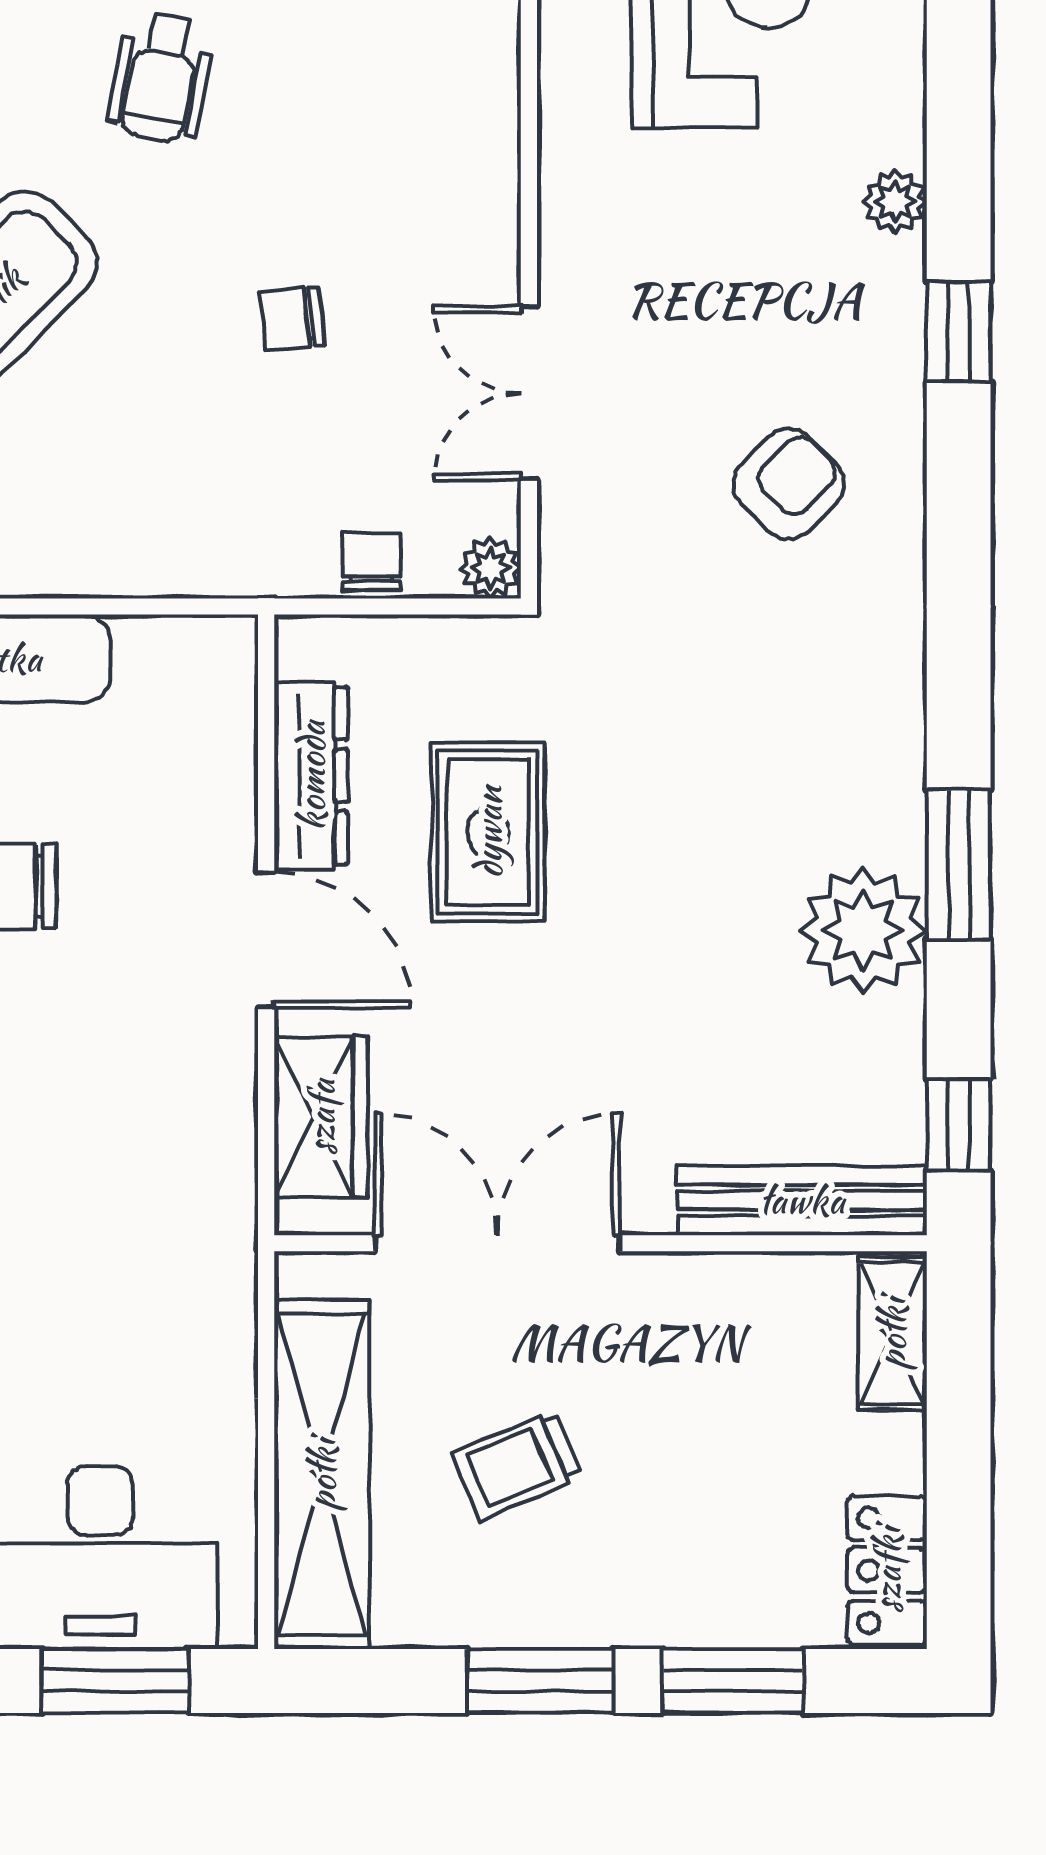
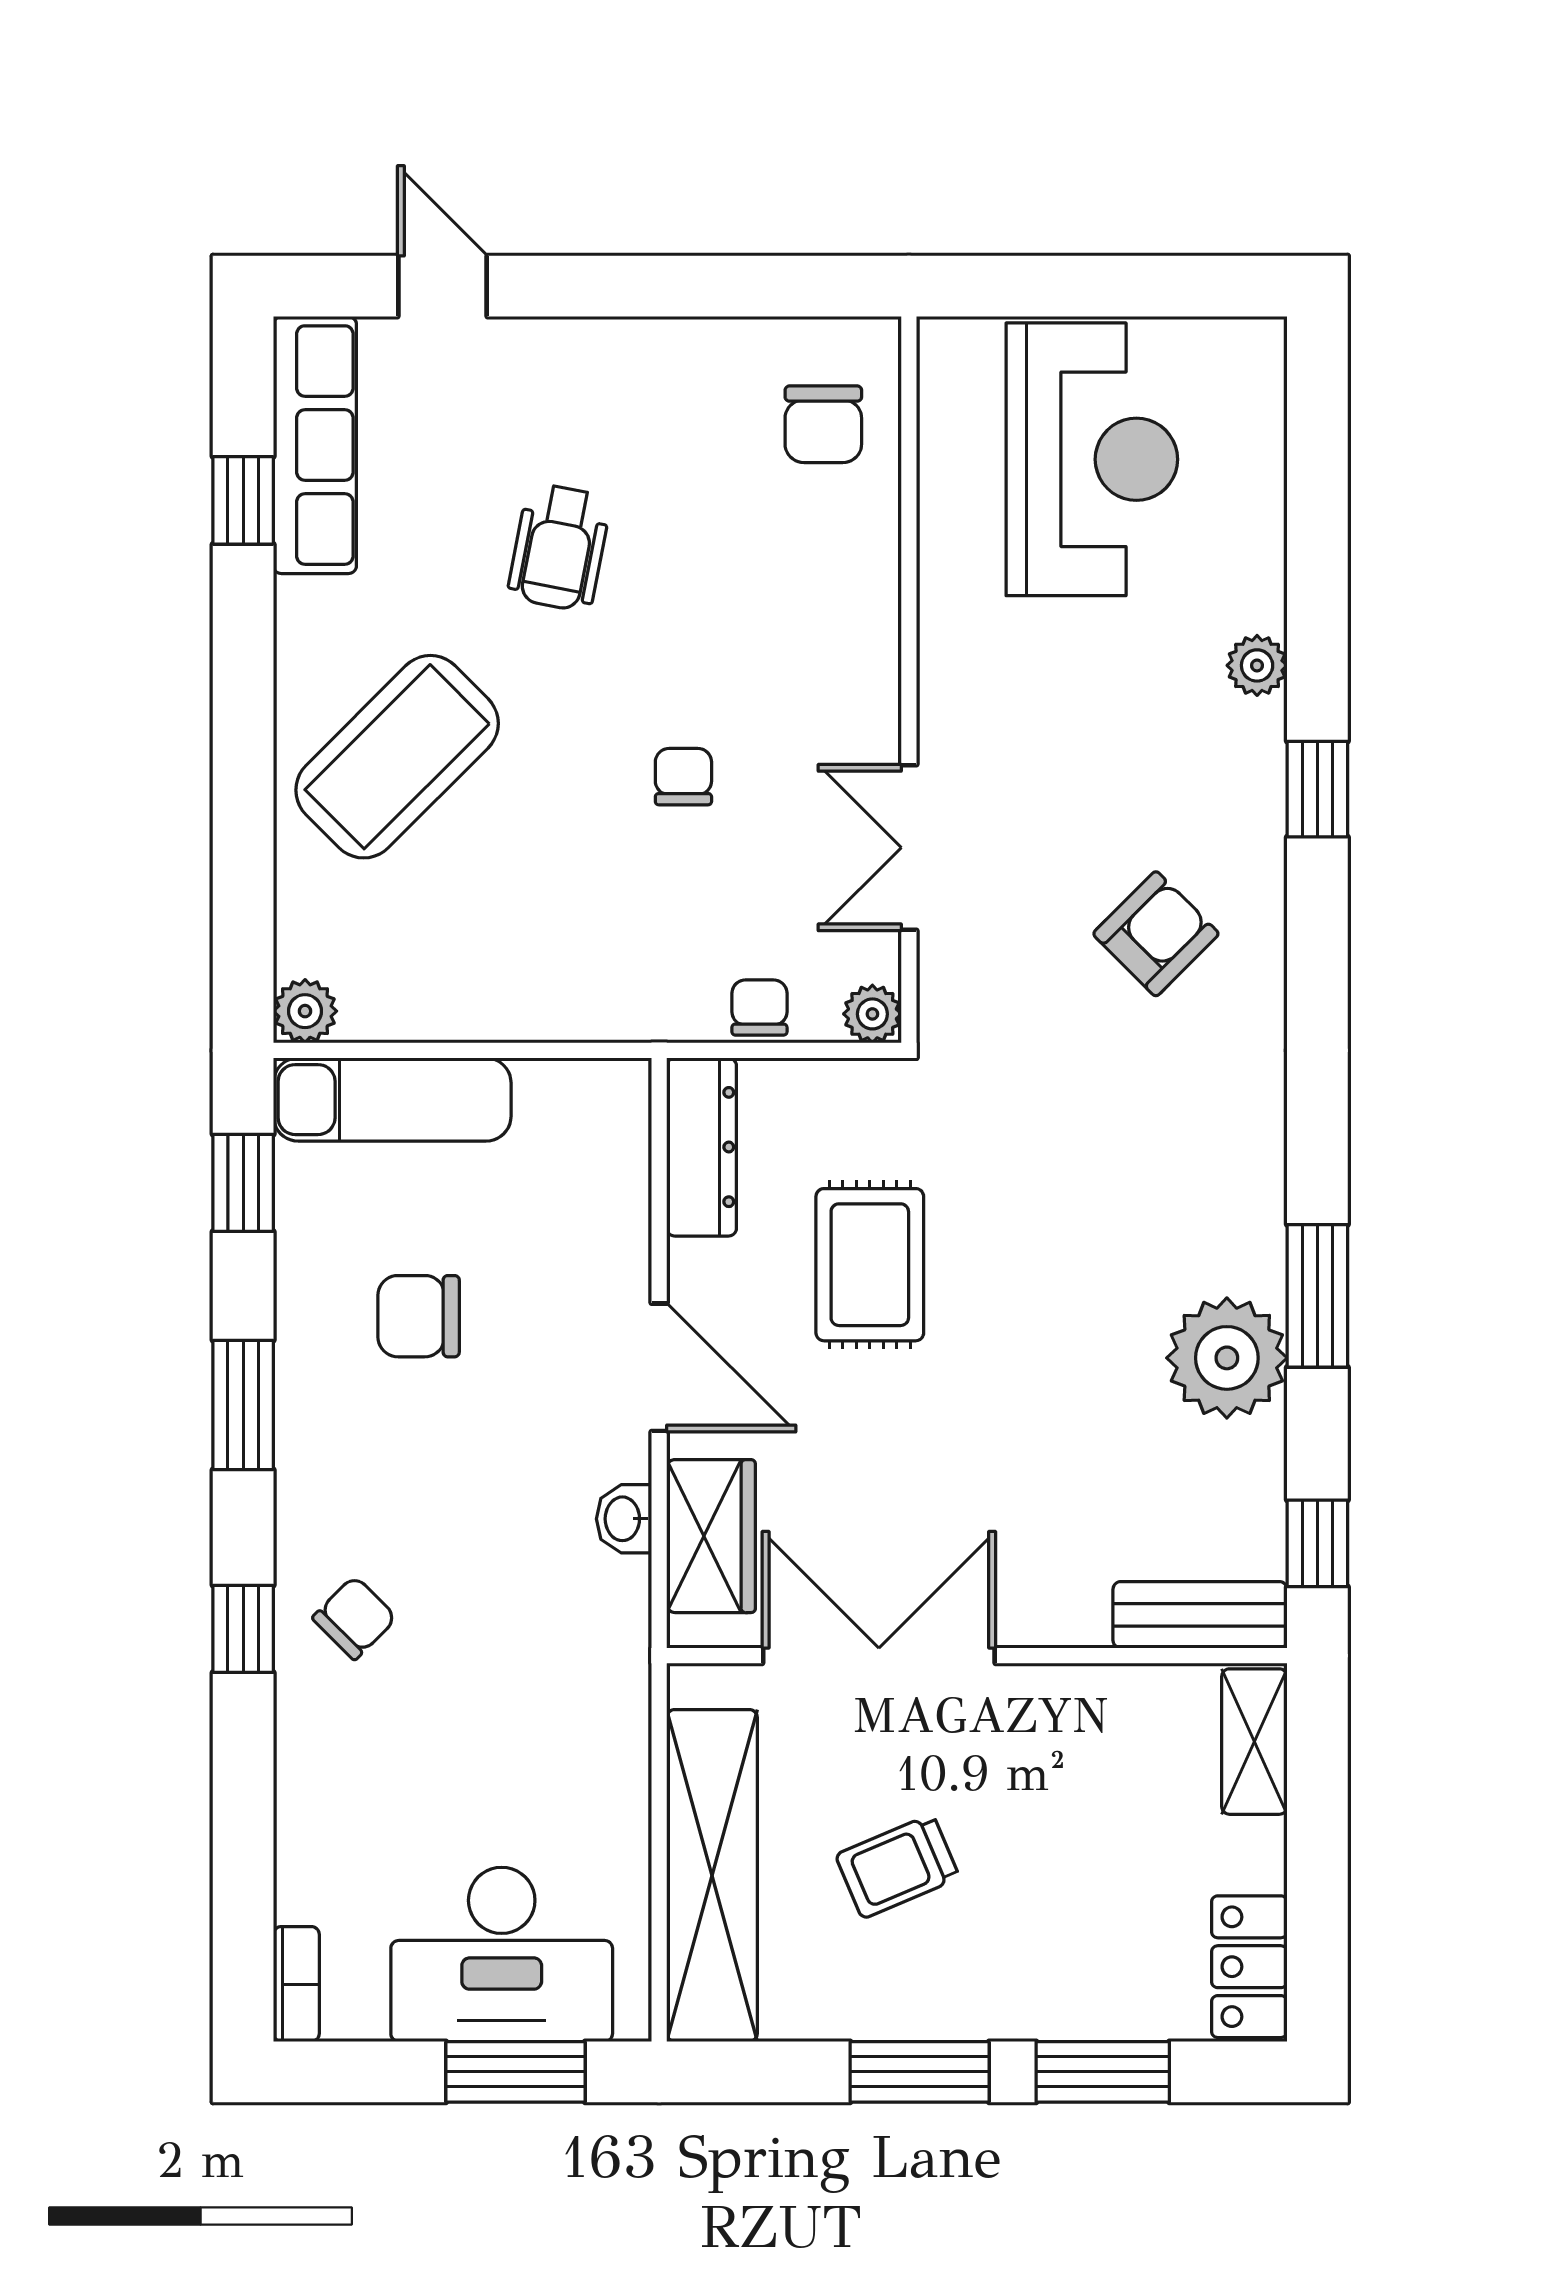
chair: (292, 319) -> (683, 777), turned 96
dresser: (311, 776) -> (702, 1147), moved
washbasin: (229, 1099) -> (624, 1519), added
bench: (802, 1200) -> (1200, 1615), width x0.73

